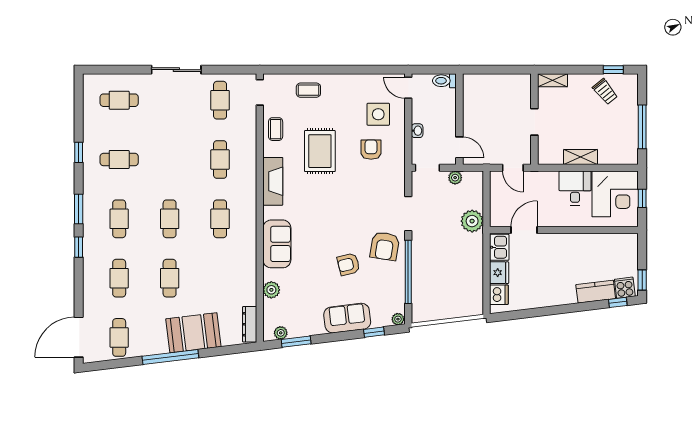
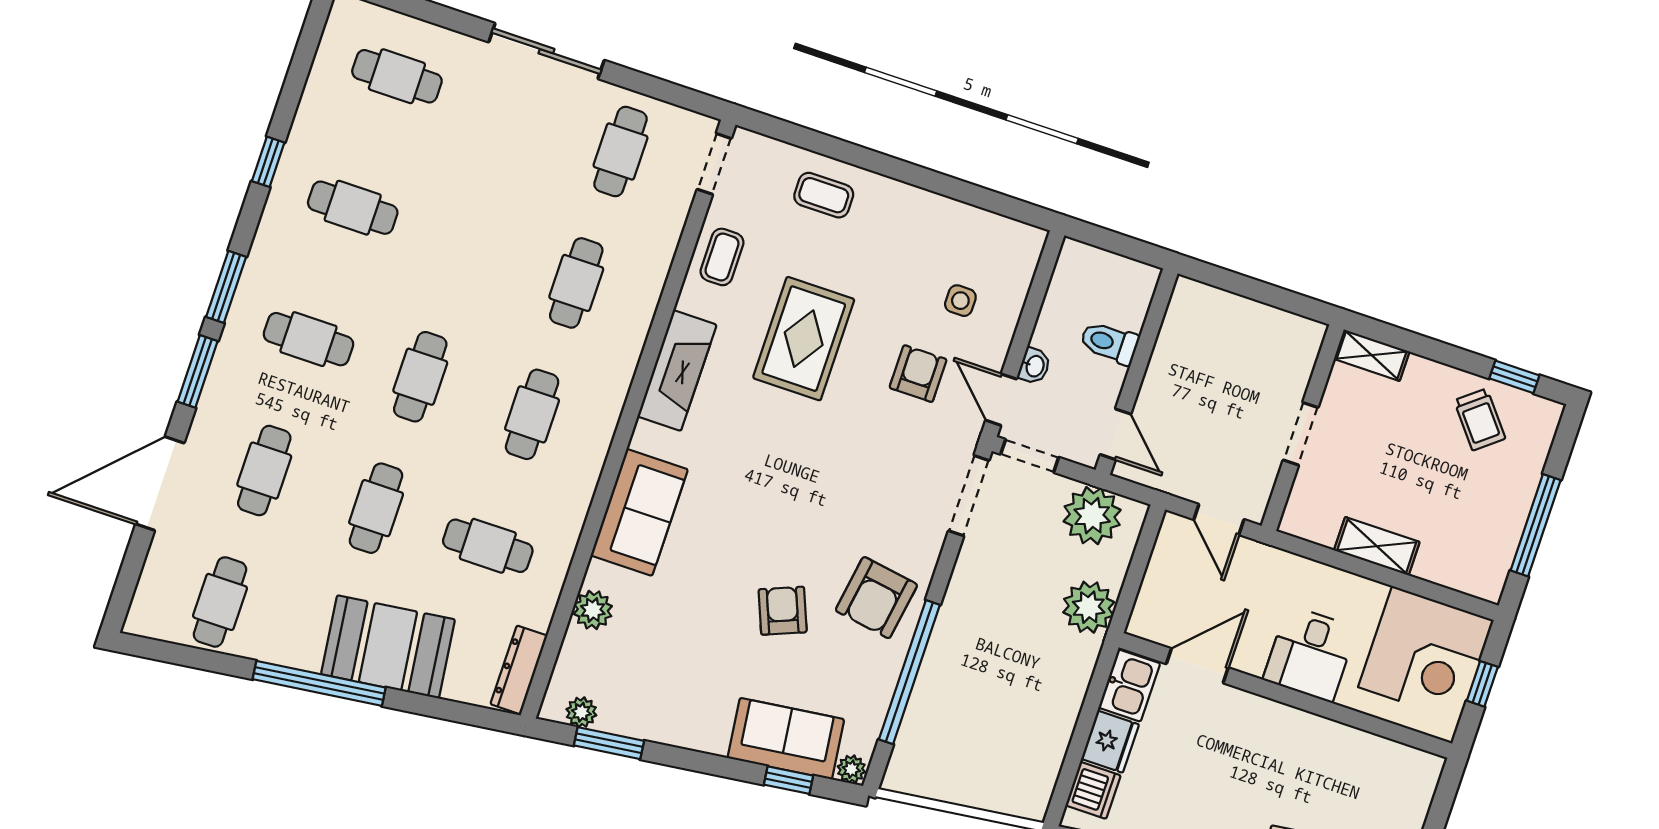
toilet: (444, 81) -> (1109, 343), moved
door: (408, 88) -> (1001, 400), moved
side table: (378, 114) -> (960, 301), width x0.54, depth x0.54
plant: (455, 178) -> (1092, 516), width x1.87, depth x1.87
desk: (575, 188) -> (1310, 654), moved, turned 180
doorway: (408, 214) -> (969, 496), moved
cafe table: (119, 219) -> (308, 339), turned 90
window: (79, 247) -> (198, 371), width x1.50
armchair: (348, 264) -> (783, 611), turned 82
cafe table: (220, 278) -> (488, 546), added
sofa: (347, 318) -> (786, 739), moved
door: (79, 337) -> (160, 484), moved

